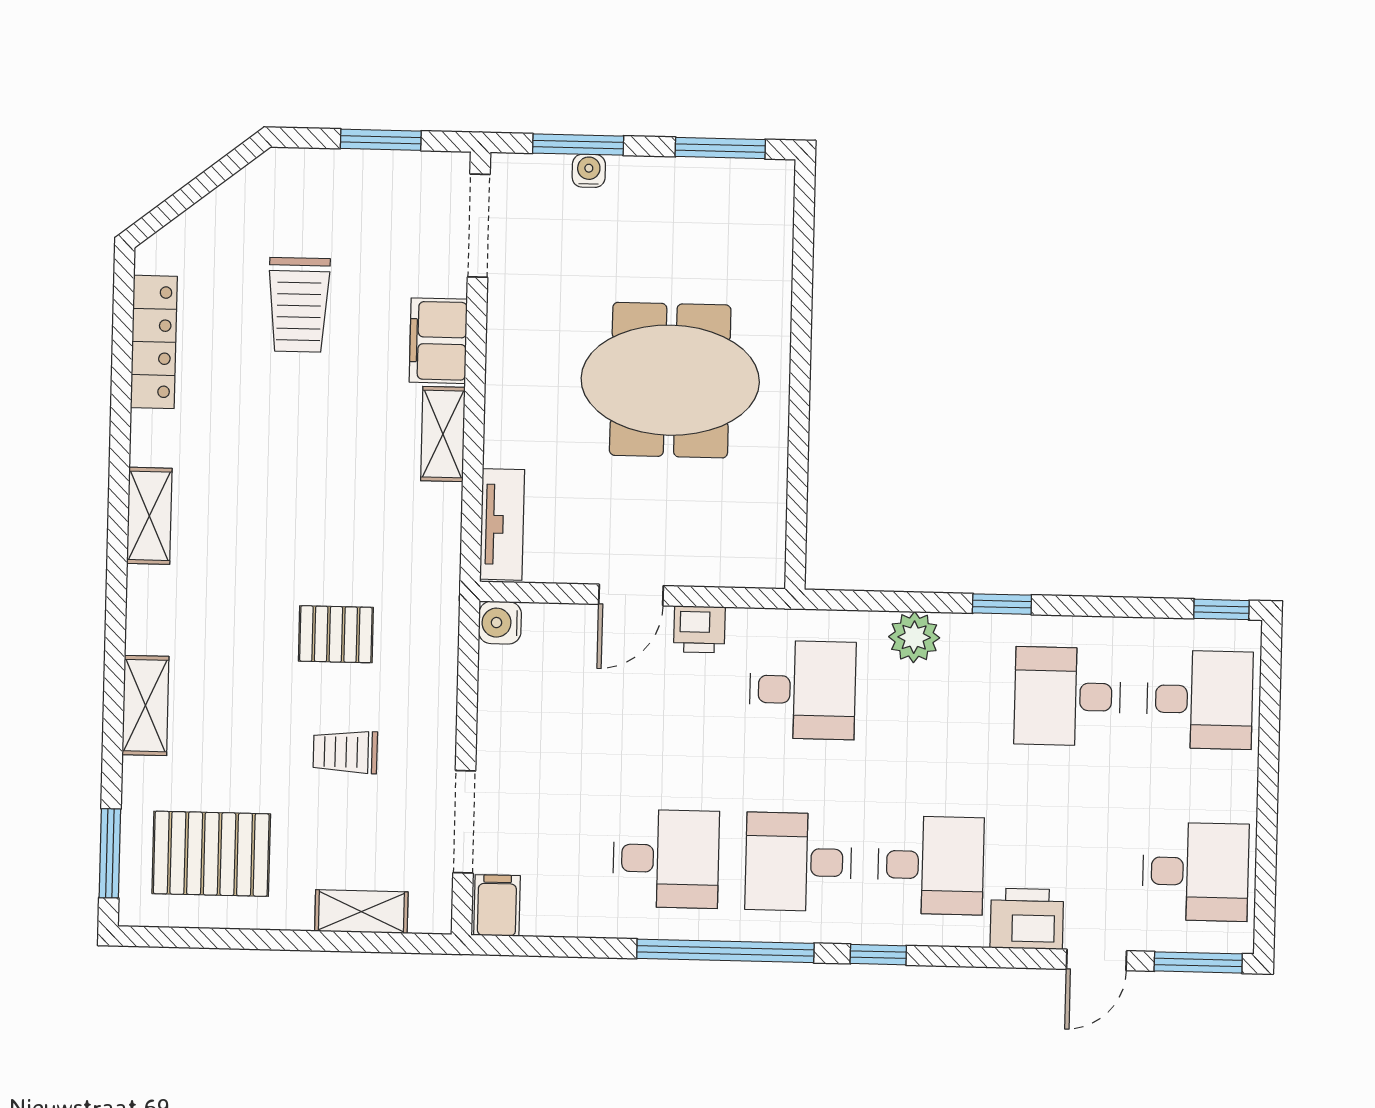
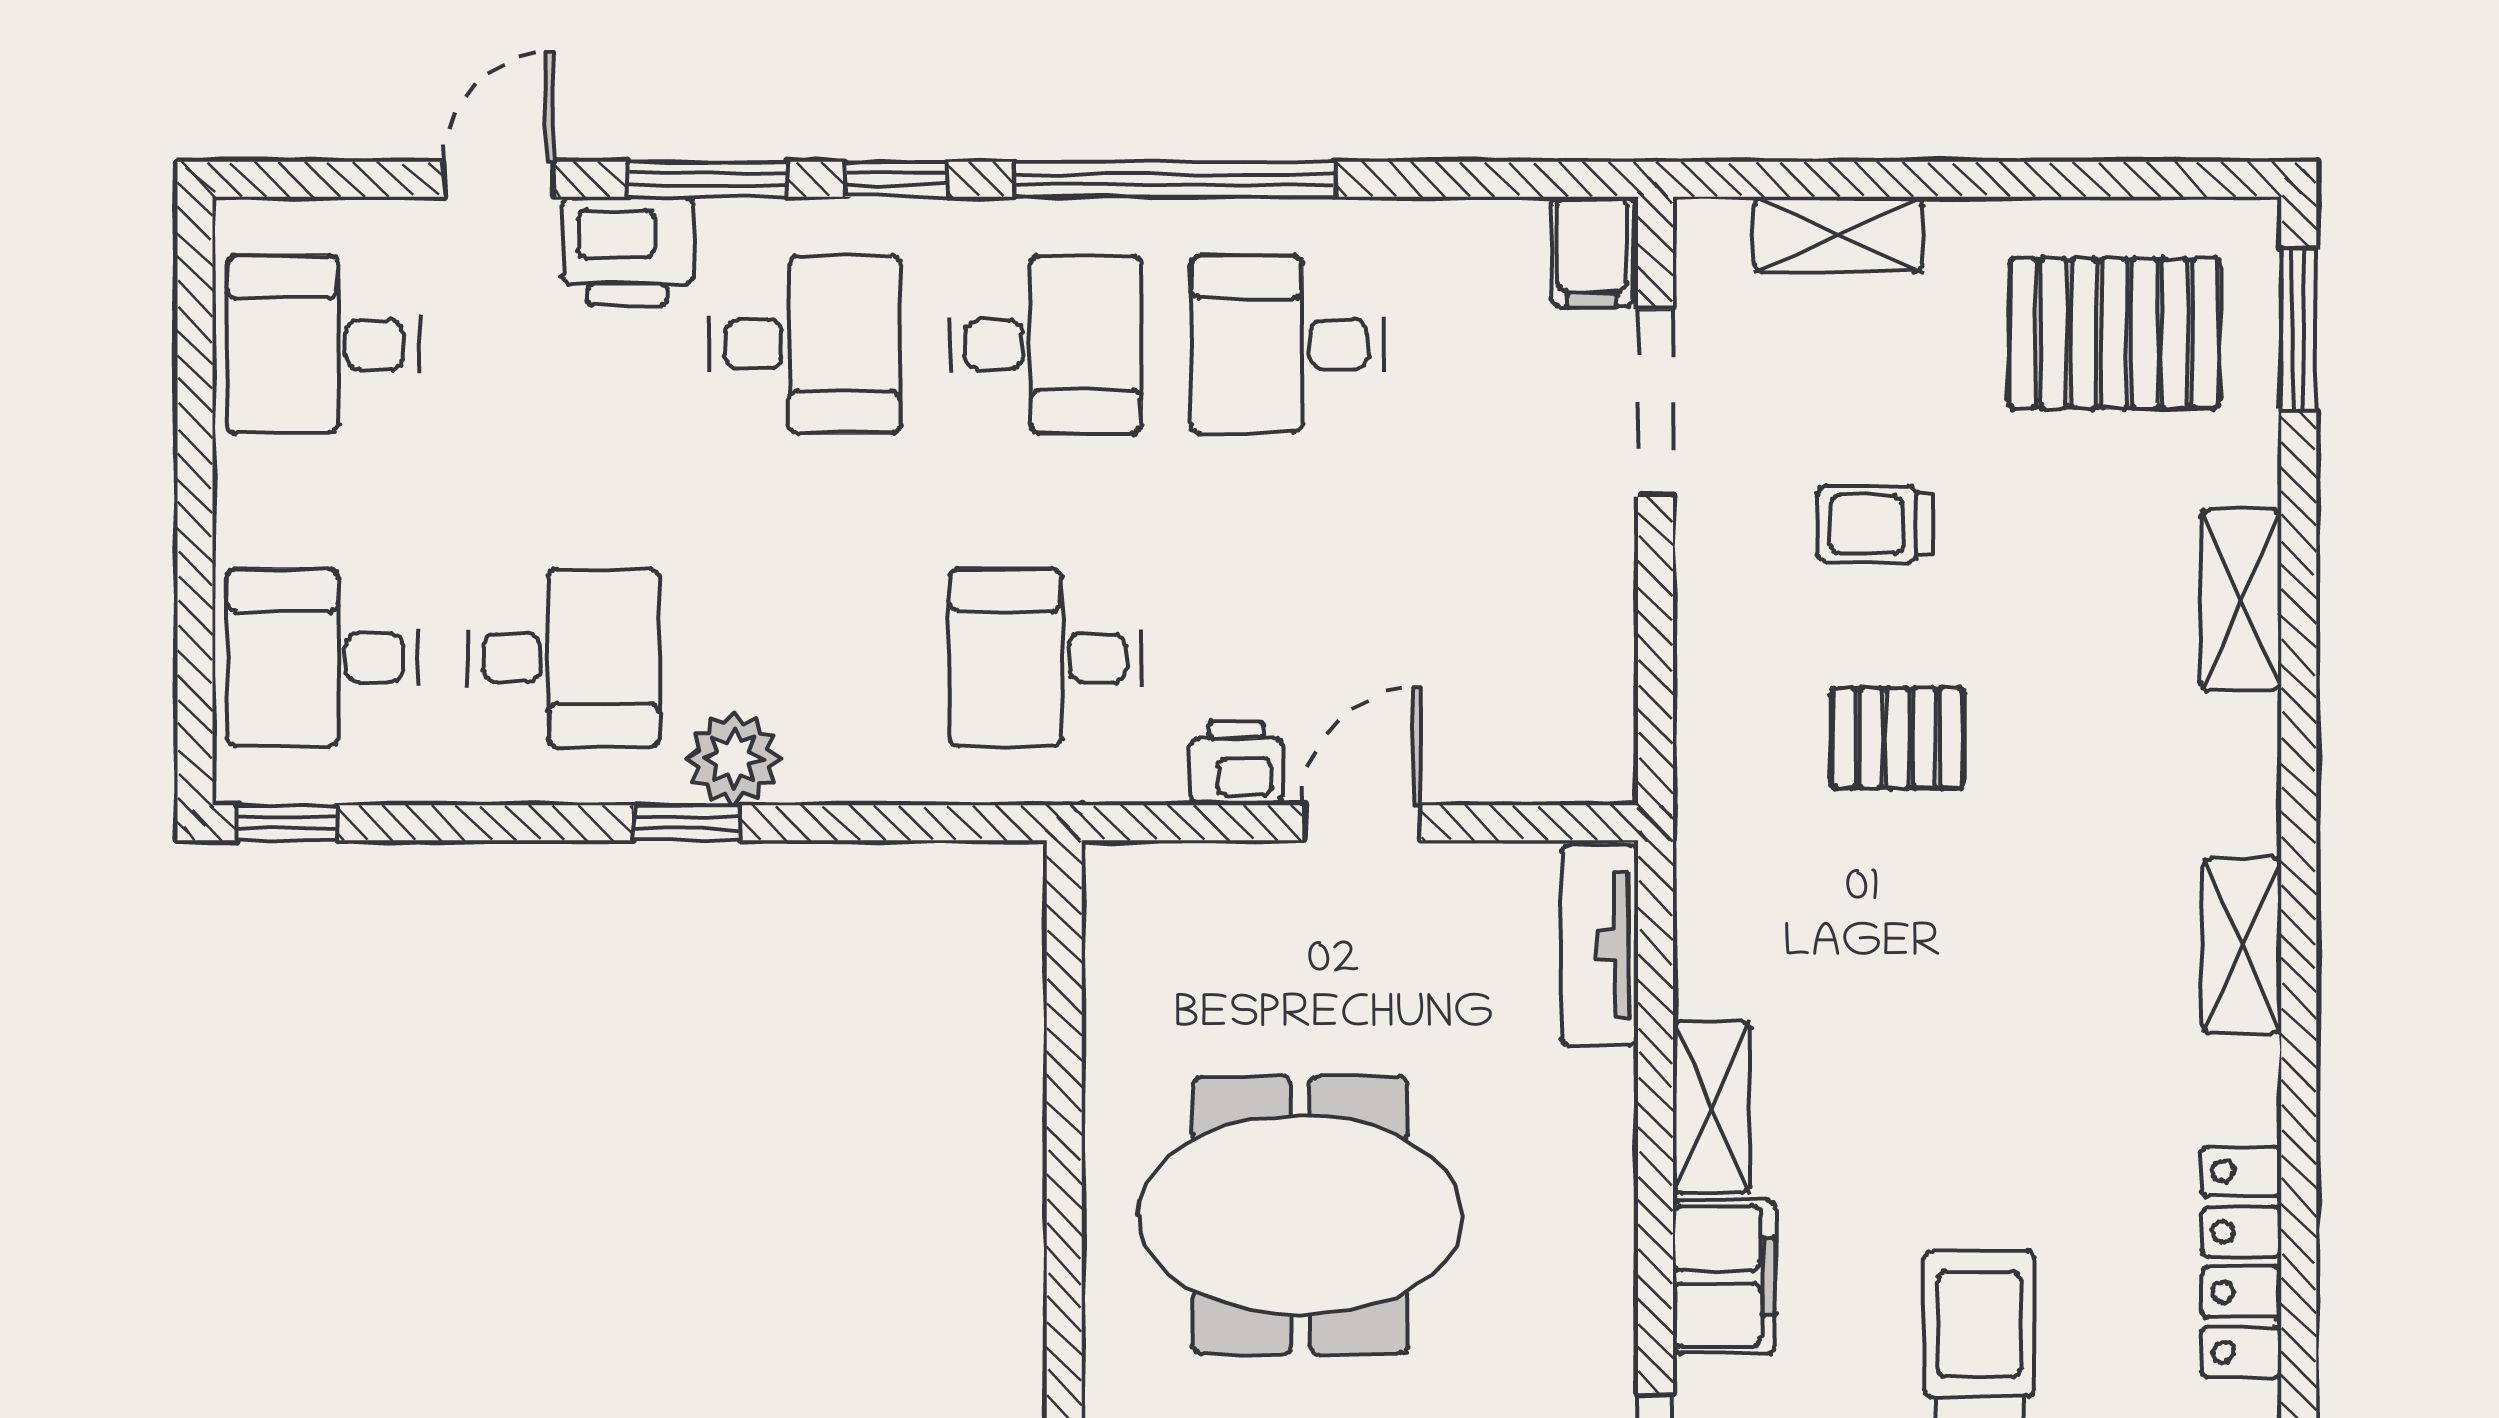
water cooler: (500, 623) -> (1599, 767), removed
plant: (914, 637) -> (734, 758), moved
trolley: (345, 752) -> (1875, 524), turned 180
desk: (931, 865) -> (805, 344), turned 180
window: (1198, 962) -> (708, 179), moved

